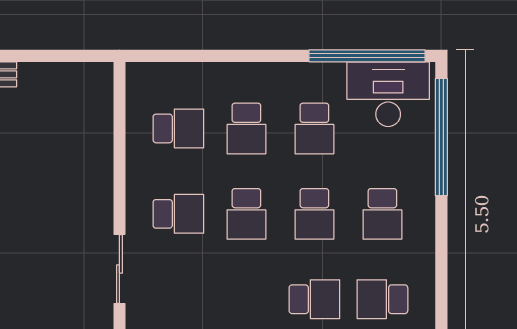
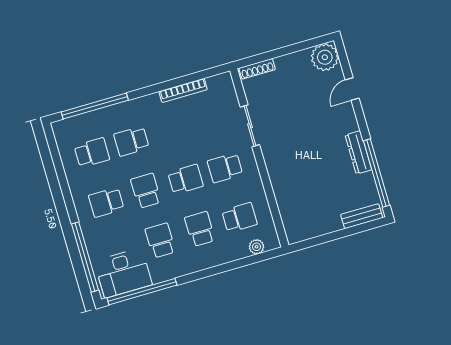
plant: (165, 74) -> (257, 247), added
school desk: (178, 128) -> (239, 218), turned 180
school desk: (246, 214) -> (185, 179), turned 90
school desk: (382, 214) -> (106, 202), turned -90

